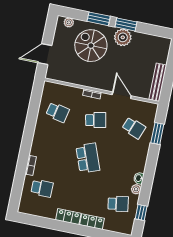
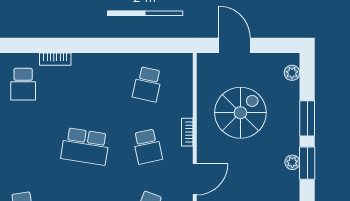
plant: (123, 37) -> (292, 162), width x0.53, depth x0.53
spiral stairs: (91, 46) -> (240, 113), moved
school desk: (88, 158) -> (85, 146), turned 30

